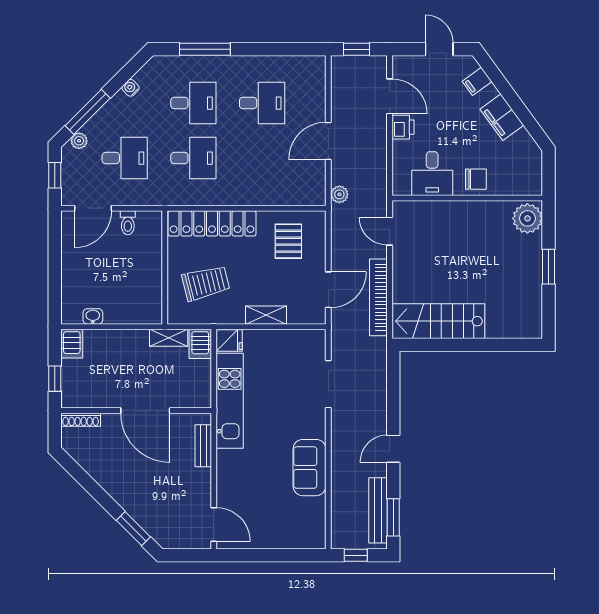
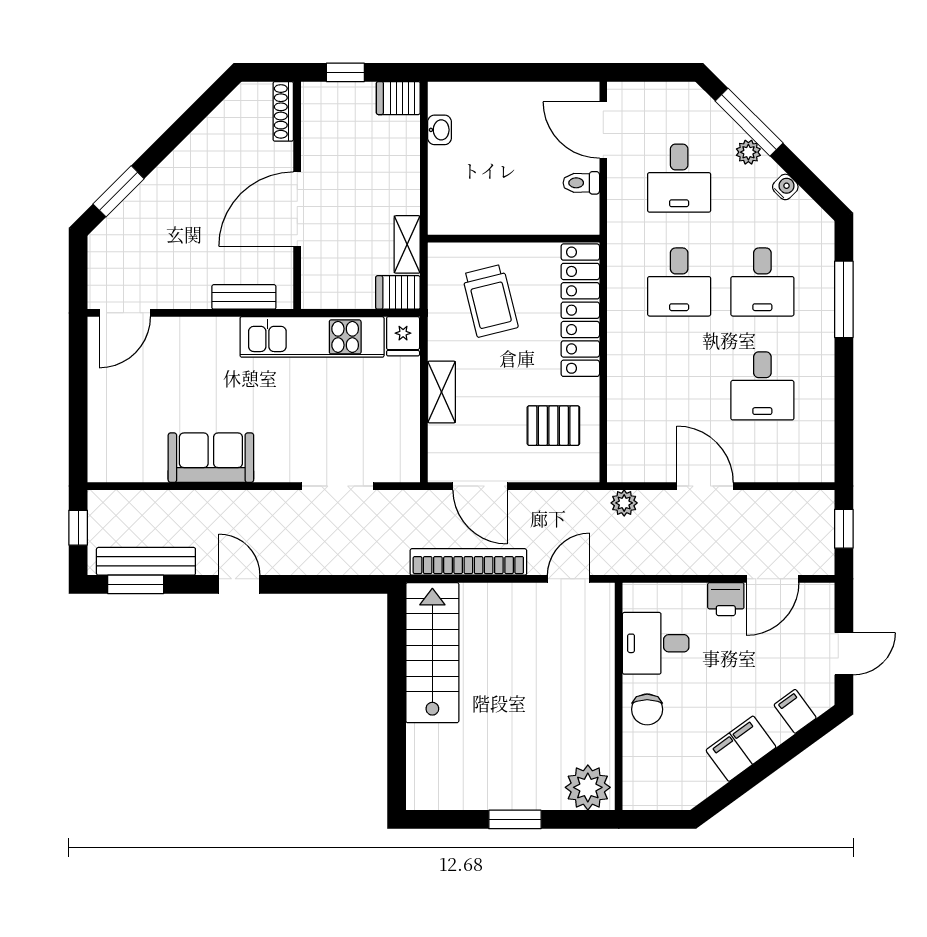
plant: (79, 141) -> (748, 152), moved
window: (55, 175) -> (653, 72), removed

